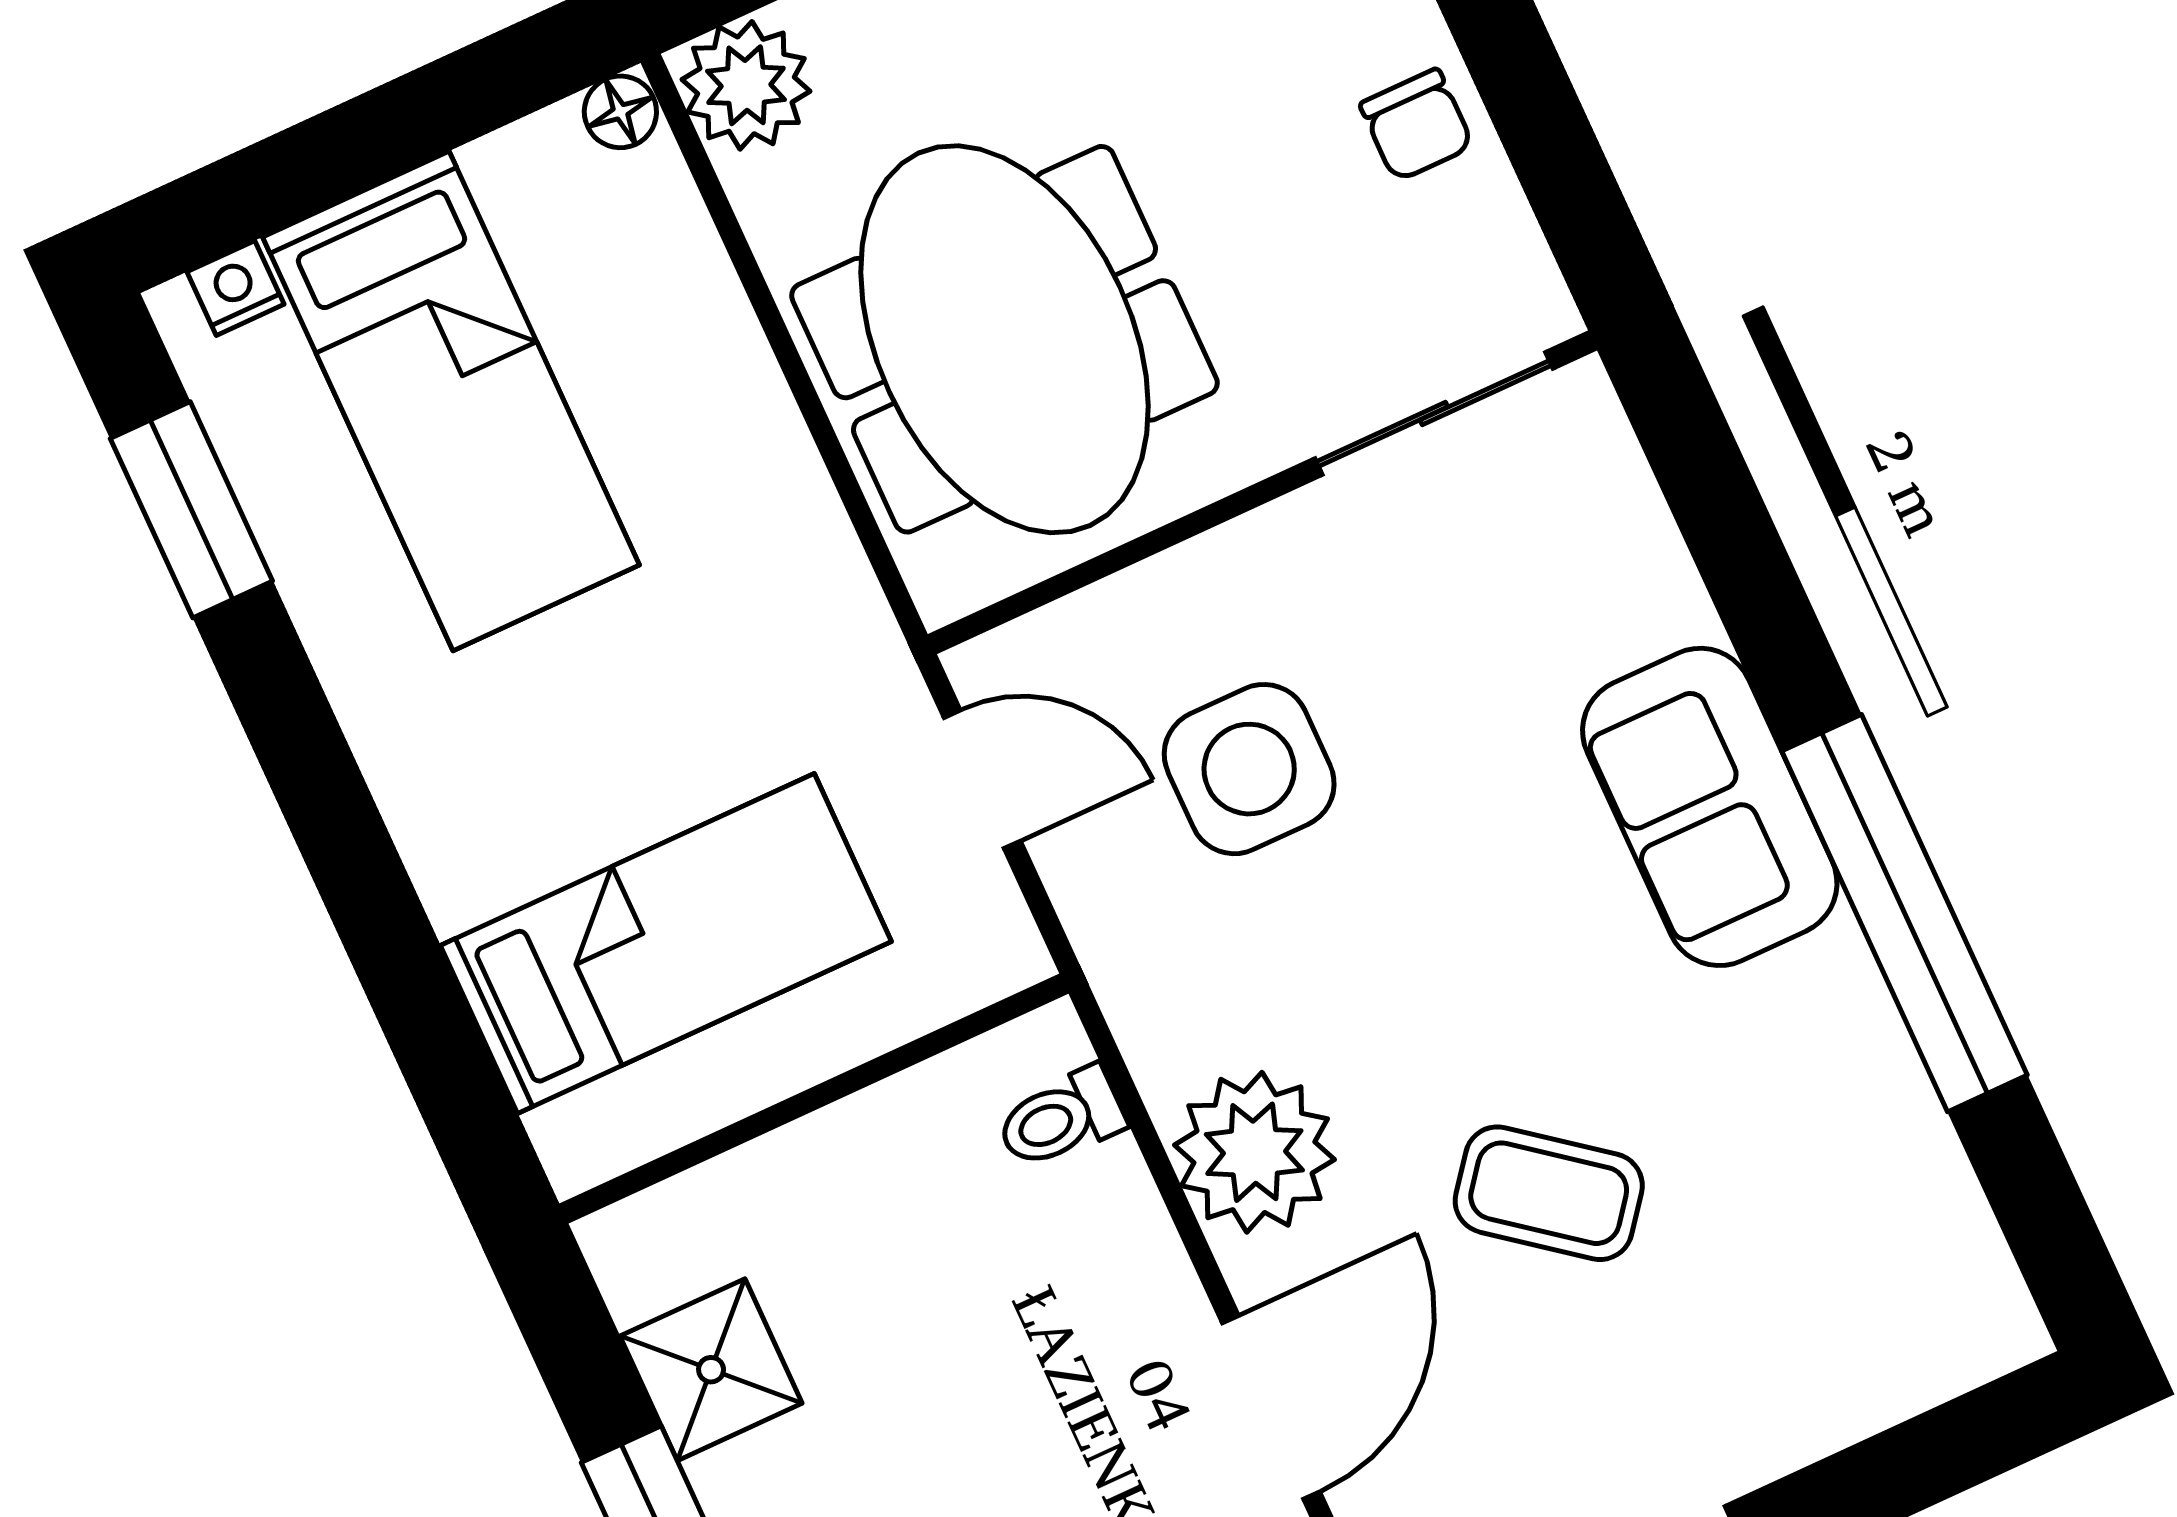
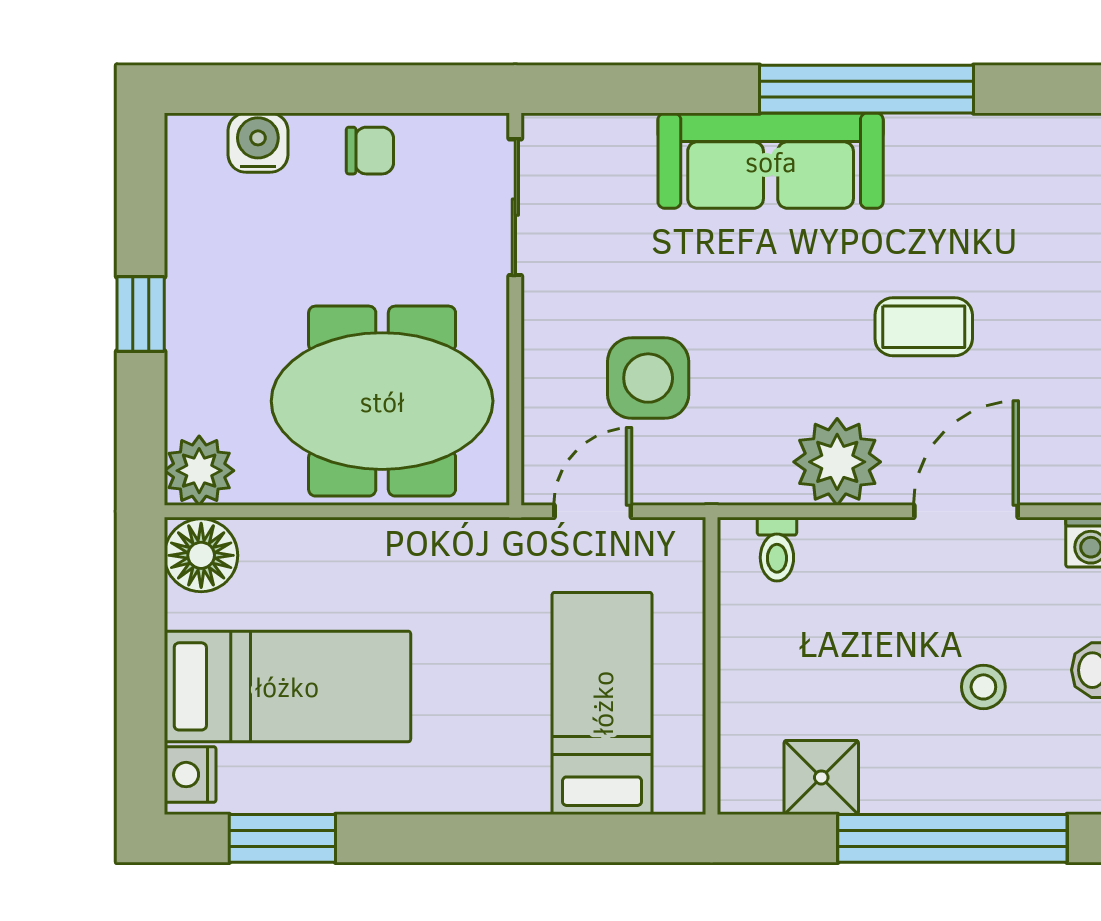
floor lamp: (620, 112) -> (201, 555), width x1.89, depth x1.89
nightstand: (235, 288) -> (190, 775), width x1.39, depth x1.35
sofa: (1710, 807) -> (771, 161), width x1.36
coffee table: (1549, 1193) -> (924, 327), turned 52
door: (1271, 1407) -> (966, 511), hinge flipped

